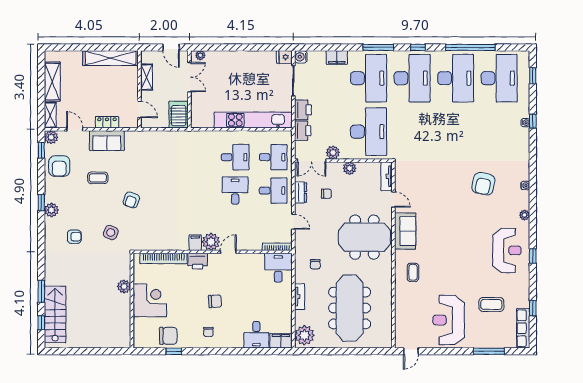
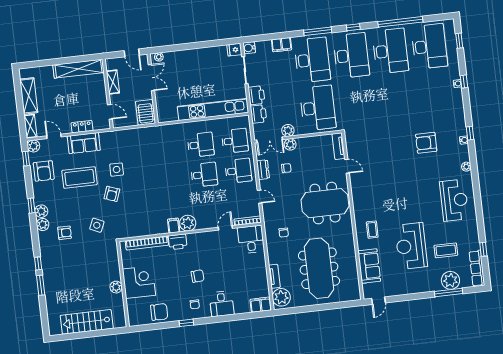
plant: (350, 168) -> (290, 144), moved
side table: (140, 174) -> (117, 170), added
coffee table: (98, 178) -> (80, 178), width x1.86, depth x1.72
armchair: (483, 184) -> (426, 143), turned 78
desk: (235, 191) -> (204, 175), turned 90
plant: (51, 225) -> (43, 224), added
sofa: (405, 231) -> (369, 266), moved
door: (228, 252) -> (225, 228), moved
window: (533, 256) -> (470, 133), moved
plant: (124, 286) -> (116, 287), moved
tv unit: (300, 297) -> (274, 276), moved
stairs: (55, 314) -> (87, 322), moved, turned -90
reception desk: (449, 320) -> (411, 246), moved
window: (41, 323) -> (38, 263), moved
desk: (256, 335) -> (222, 304), moved
plant: (493, 338) -> (450, 280), added
window: (174, 351) -> (186, 323), moved

